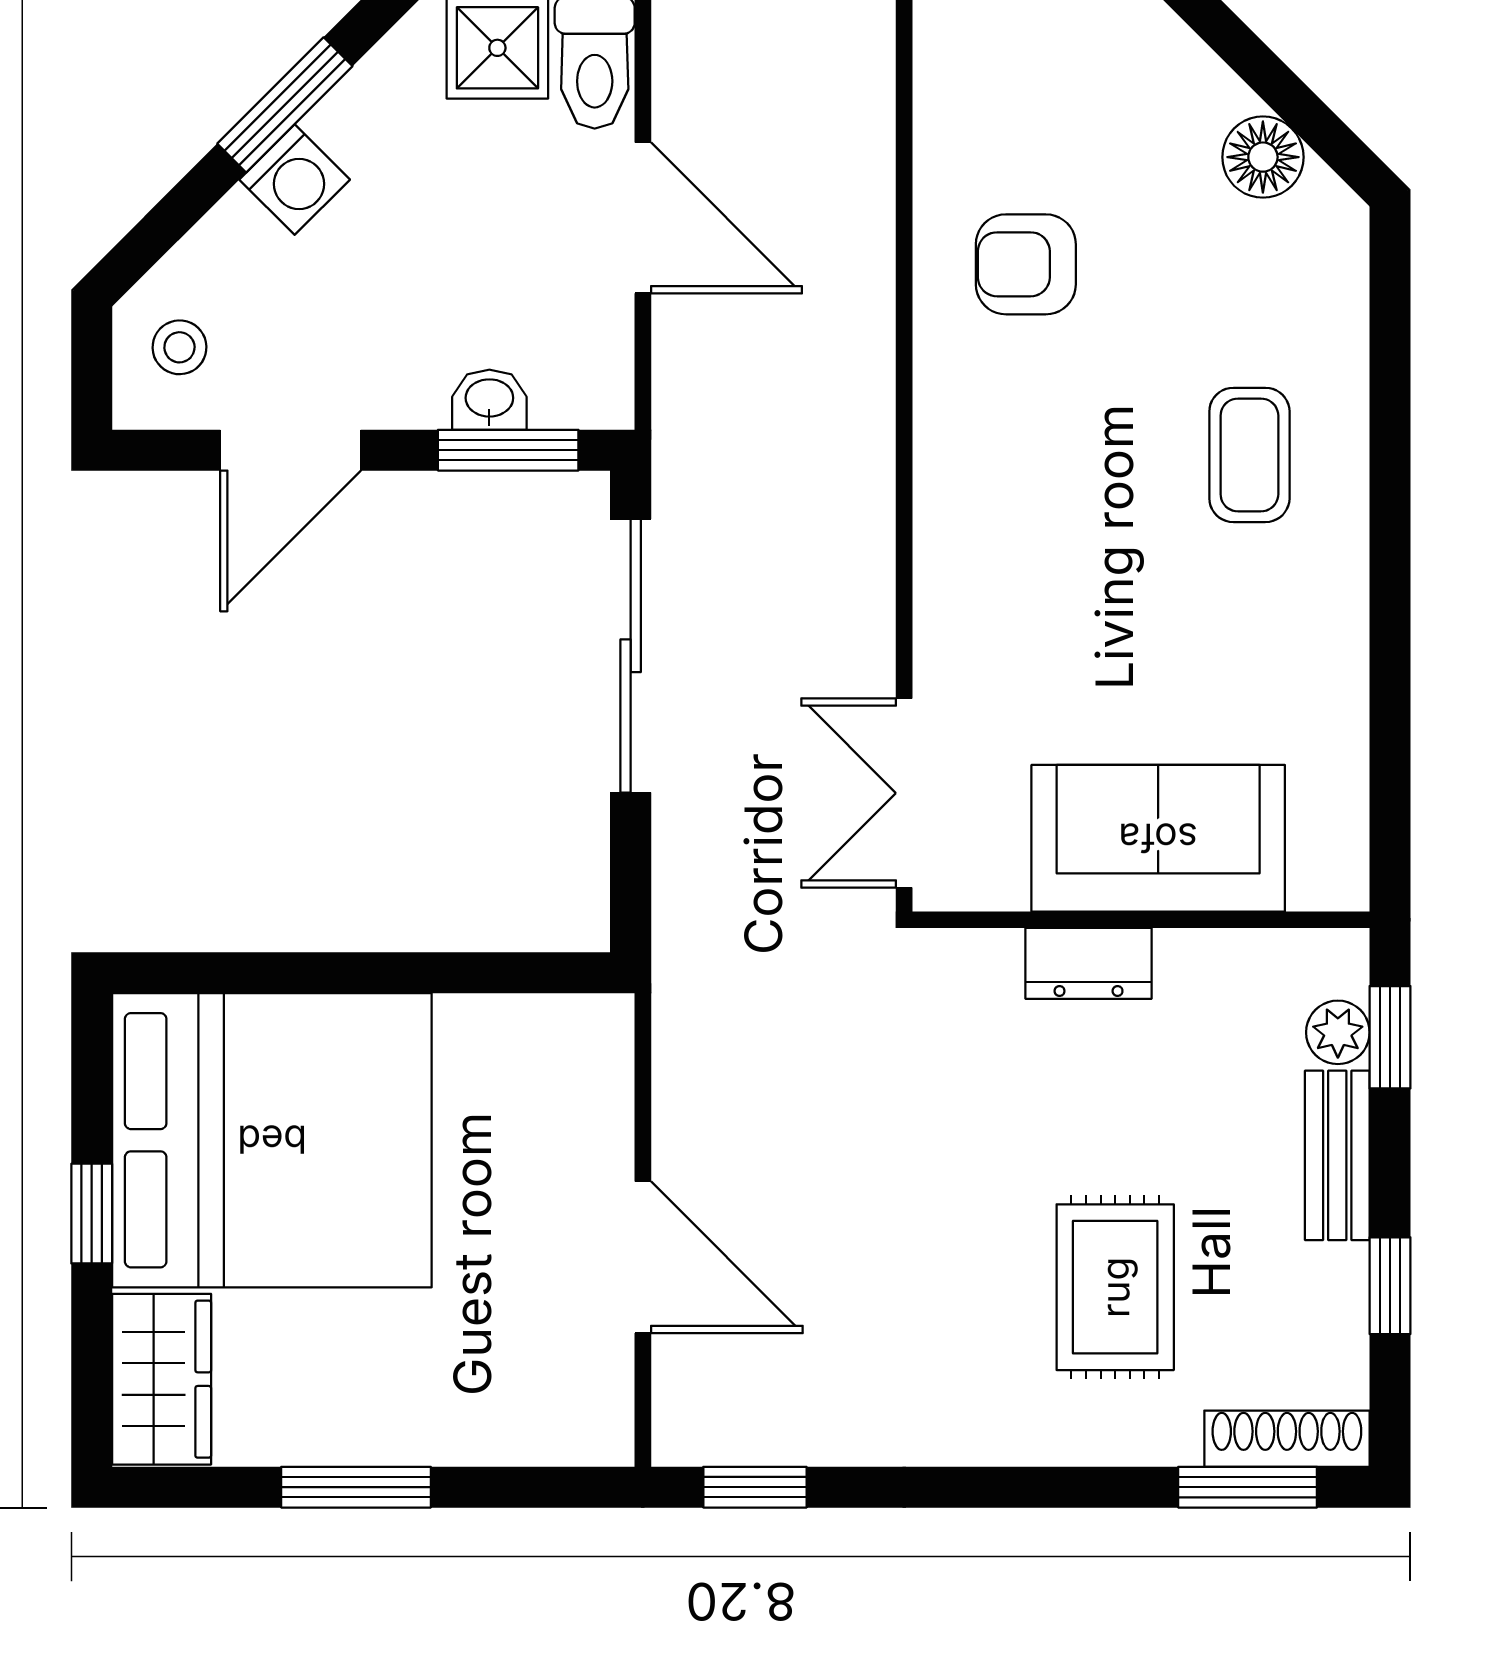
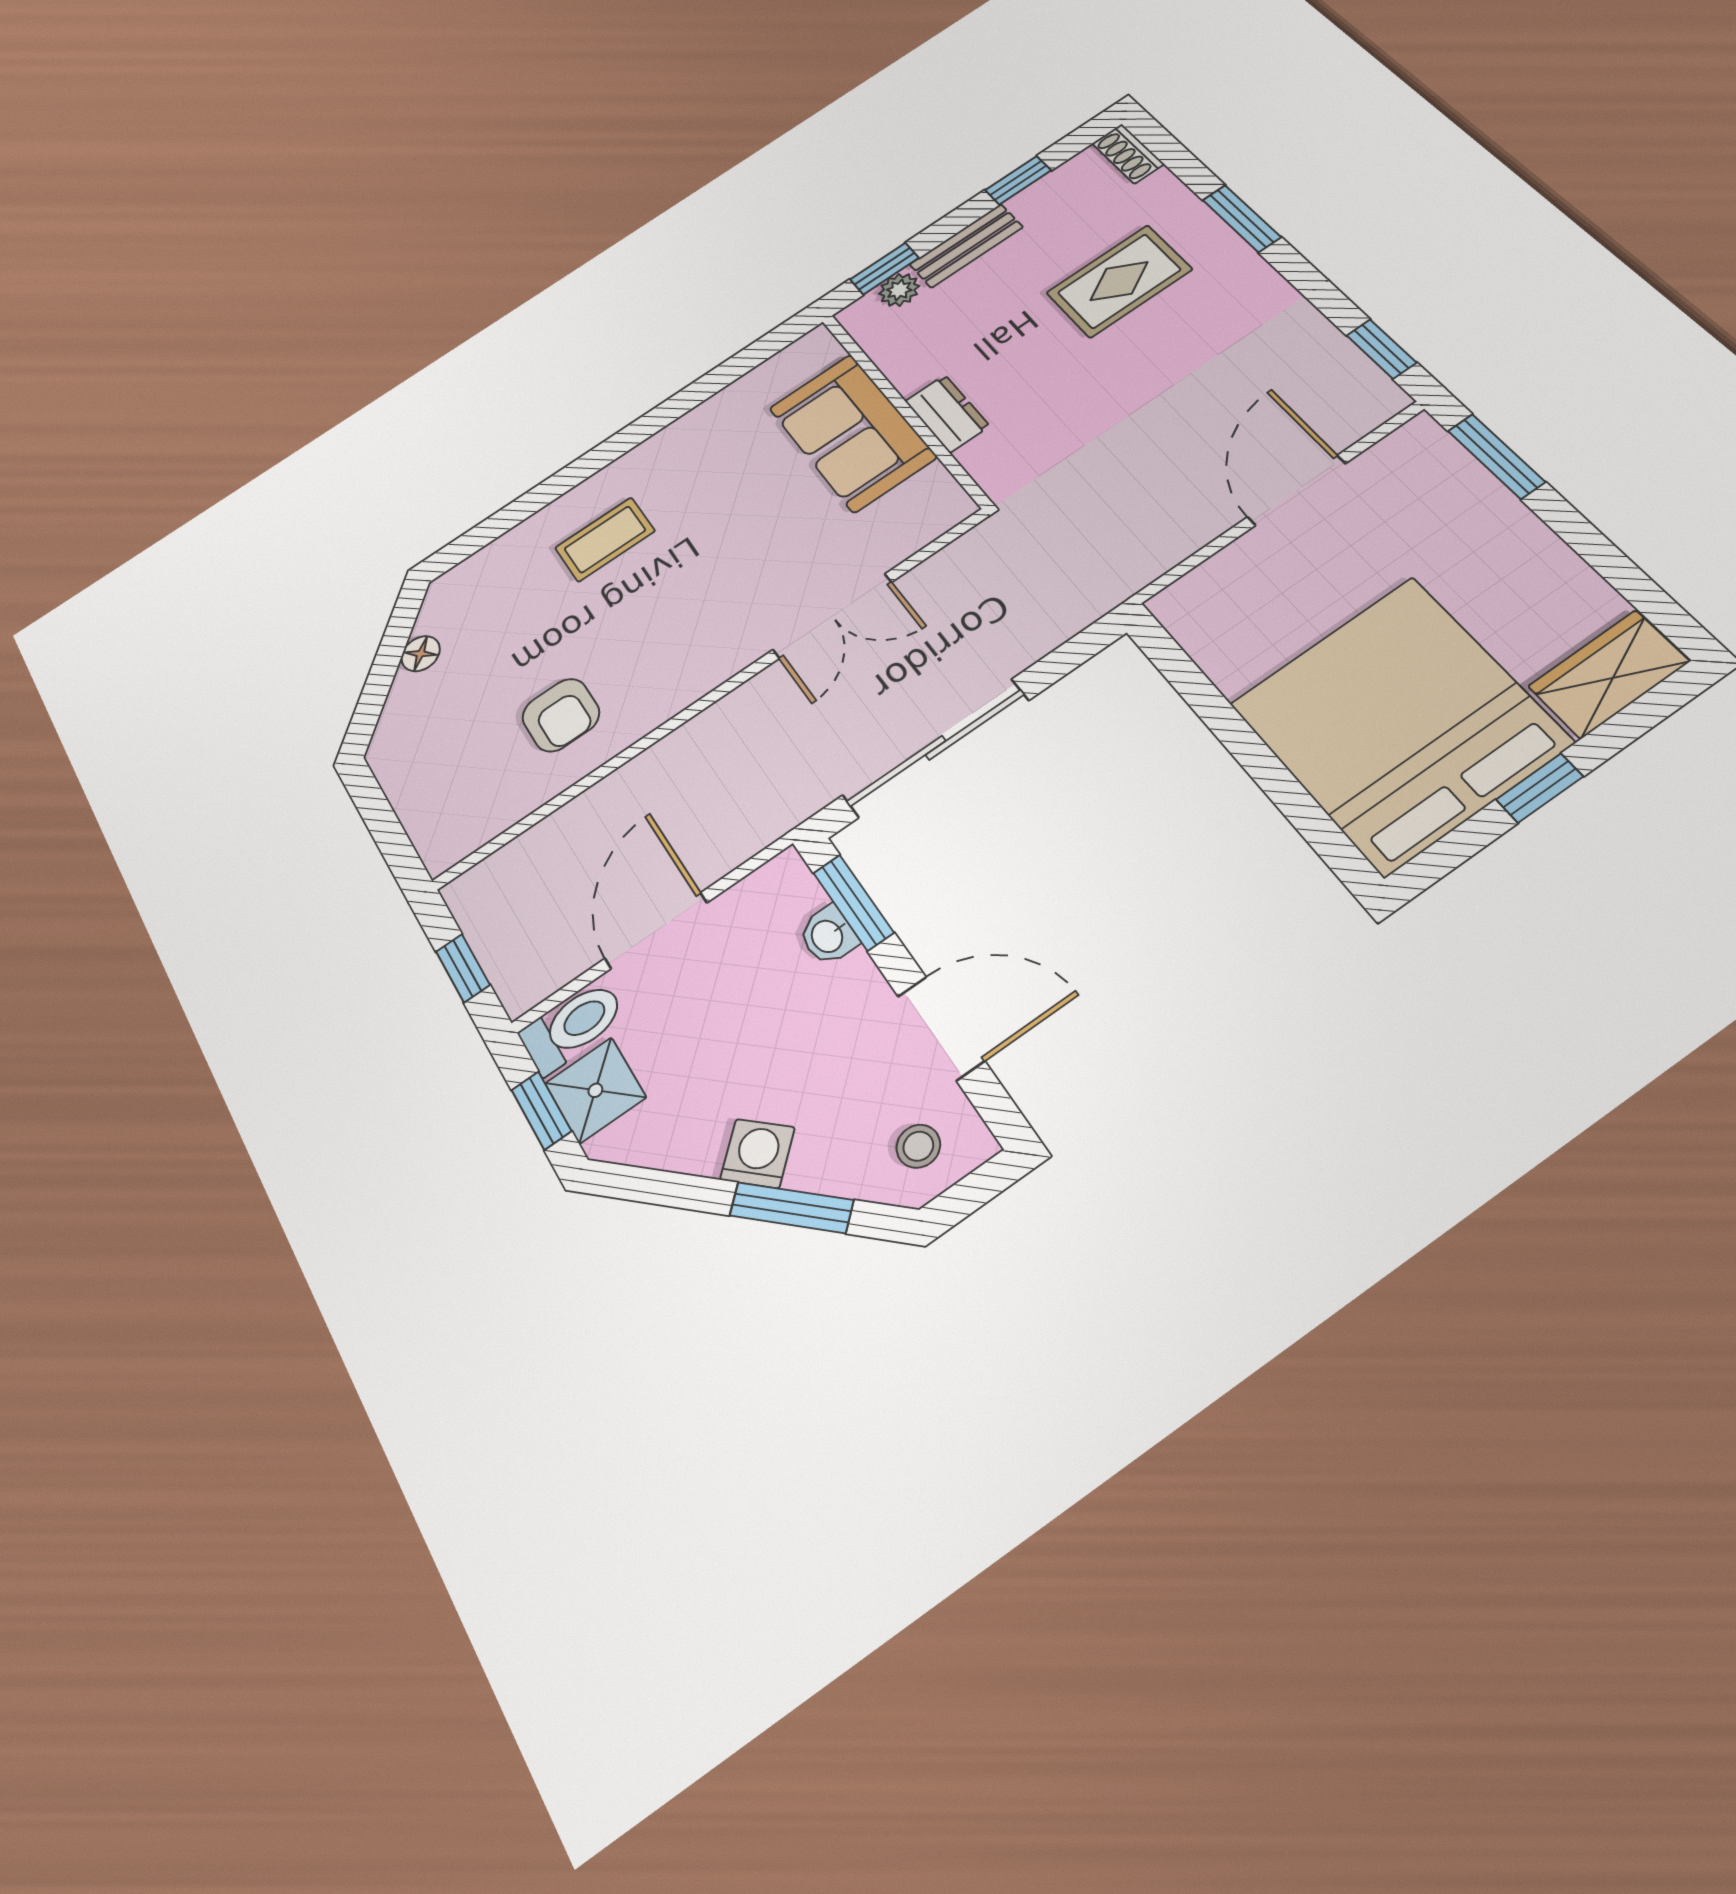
window: (285, 105) -> (791, 1208), moved
floor lamp: (1263, 157) -> (421, 654), width x0.73, depth x0.73
double door: (904, 793) -> (832, 616), moved
shoe rack: (1287, 1439) -> (1128, 154), width x0.70
window: (356, 1487) -> (1496, 456), moved
window: (1248, 1487) -> (1242, 218), moved

